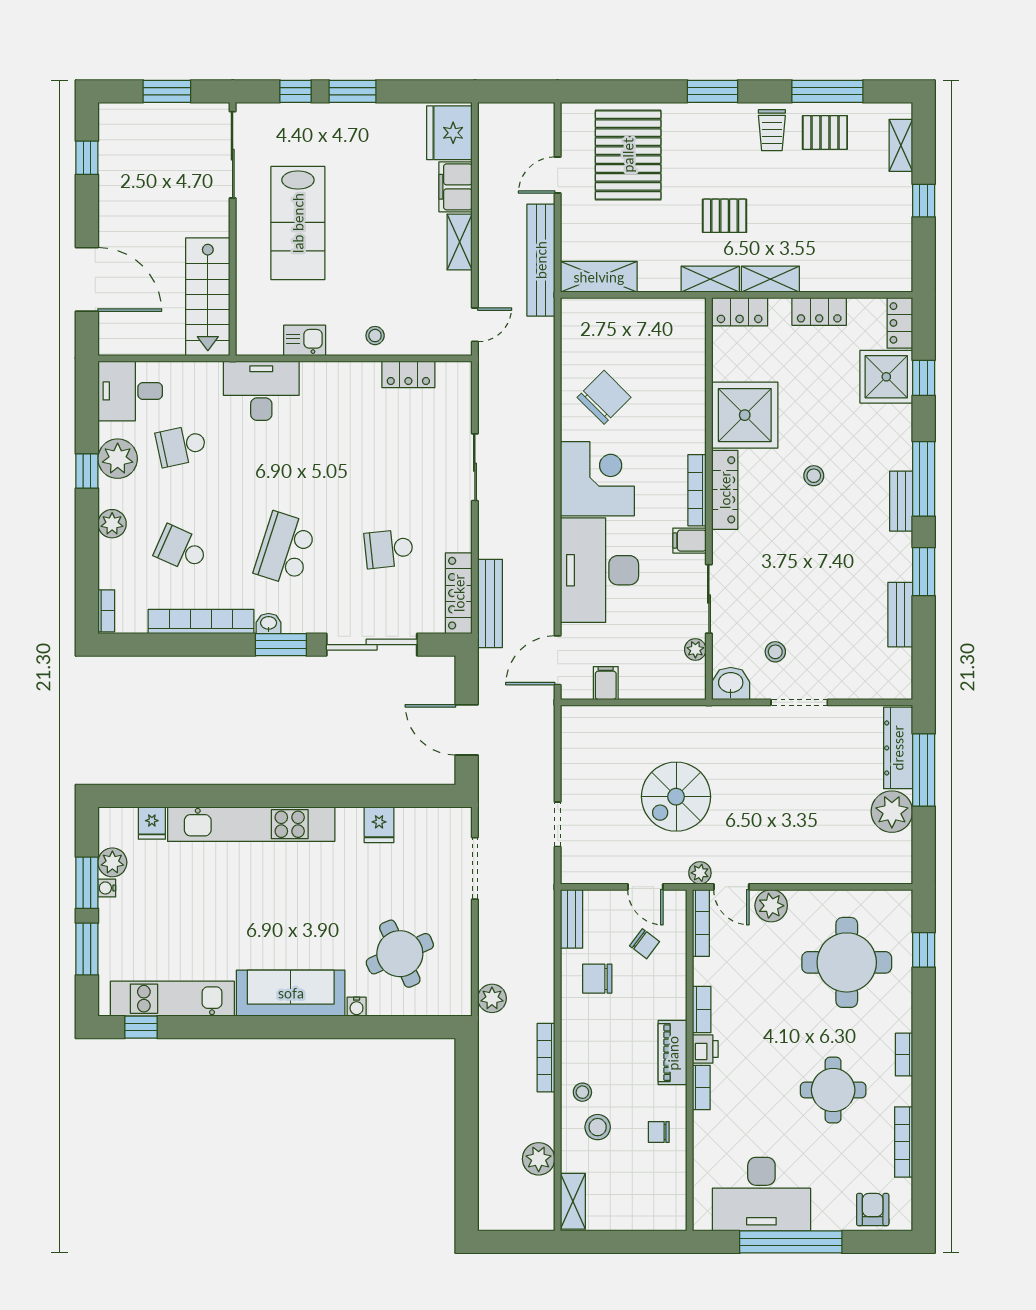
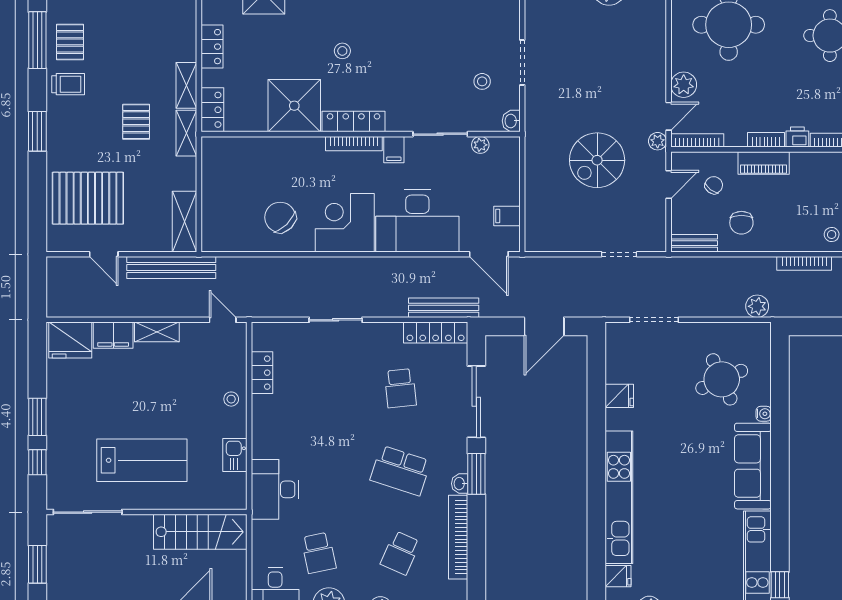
washbasin: (731, 683) -> (511, 121), width x0.72, depth x0.69
spiral stairs: (676, 797) -> (597, 160), turned 90
piano: (673, 1053) -> (764, 163), moved

